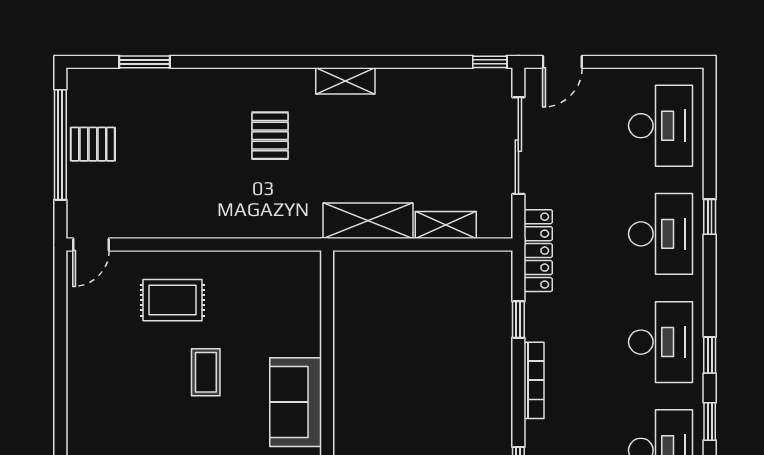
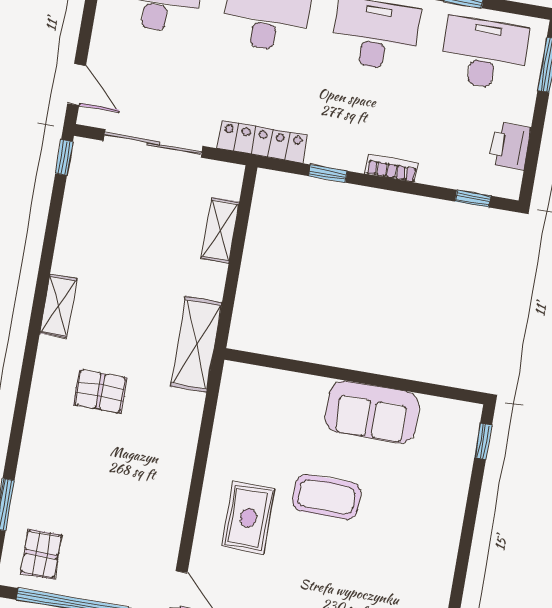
pallet: (93, 144) -> (41, 554), moved
shelving: (368, 221) -> (196, 344), moved
coffee table: (206, 372) -> (327, 497), width x1.36, depth x1.30
bookcase: (534, 380) -> (392, 168), width x0.64

